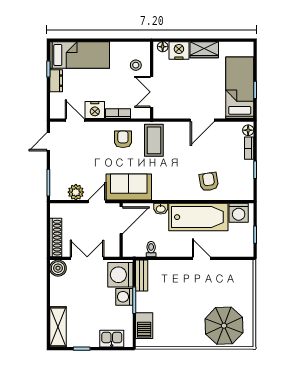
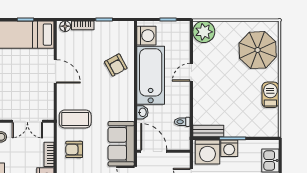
armchair: (209, 182) -> (116, 65), turned -110
plant: (243, 271) -> (204, 32), added
barbecue: (144, 326) -> (270, 95), moved, turned -90

